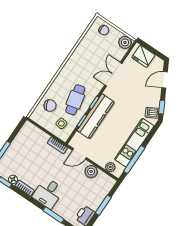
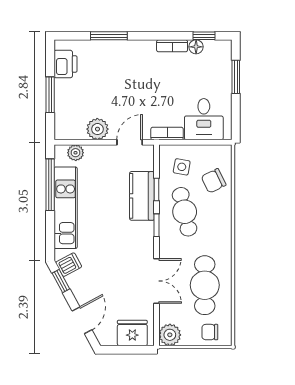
cafe table: (90, 56) -> (205, 285), added
kitchen counter: (96, 116) -> (142, 196), width x0.67
desk: (48, 193) -> (204, 119), moved, turned 180

